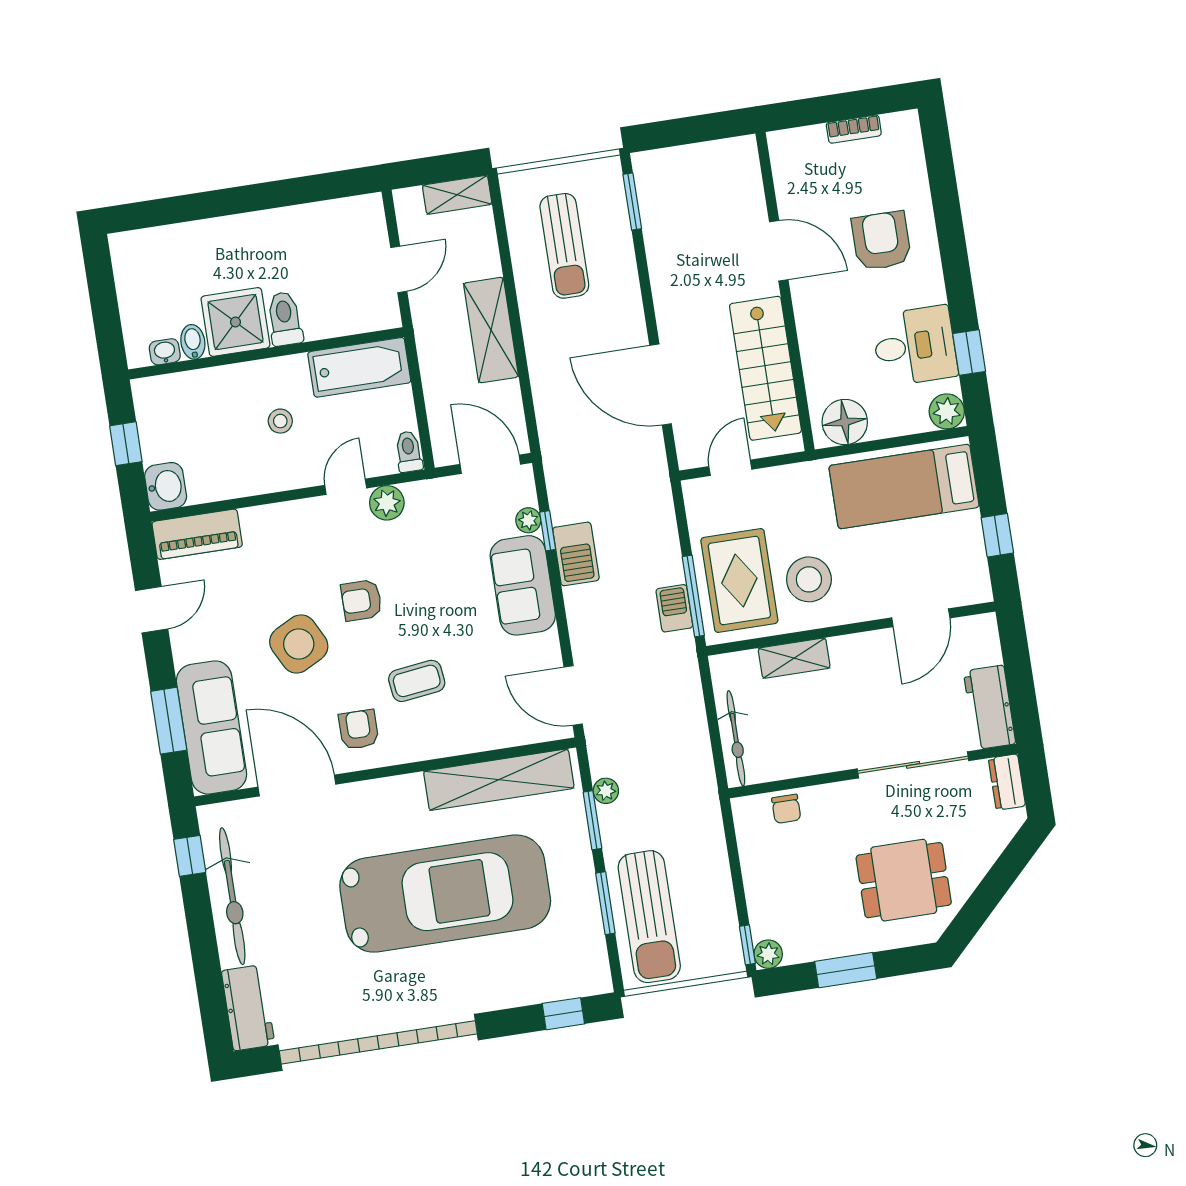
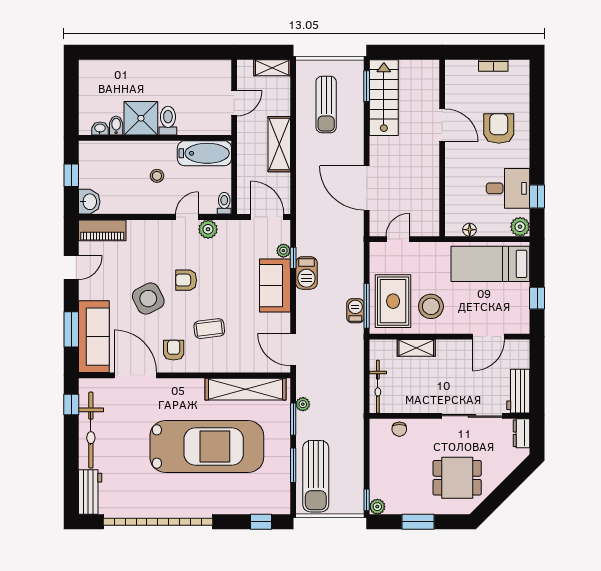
stairs: (765, 368) -> (384, 98), moved, turned 180
floor lamp: (845, 422) -> (470, 230), width x0.53, depth x0.53

